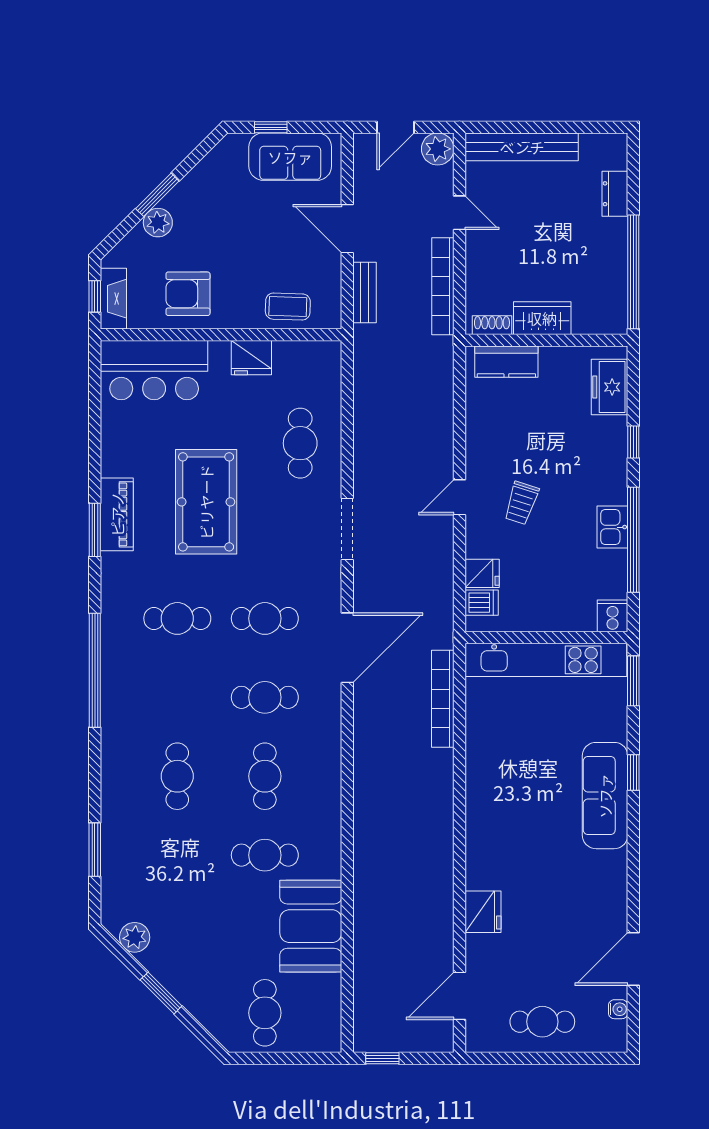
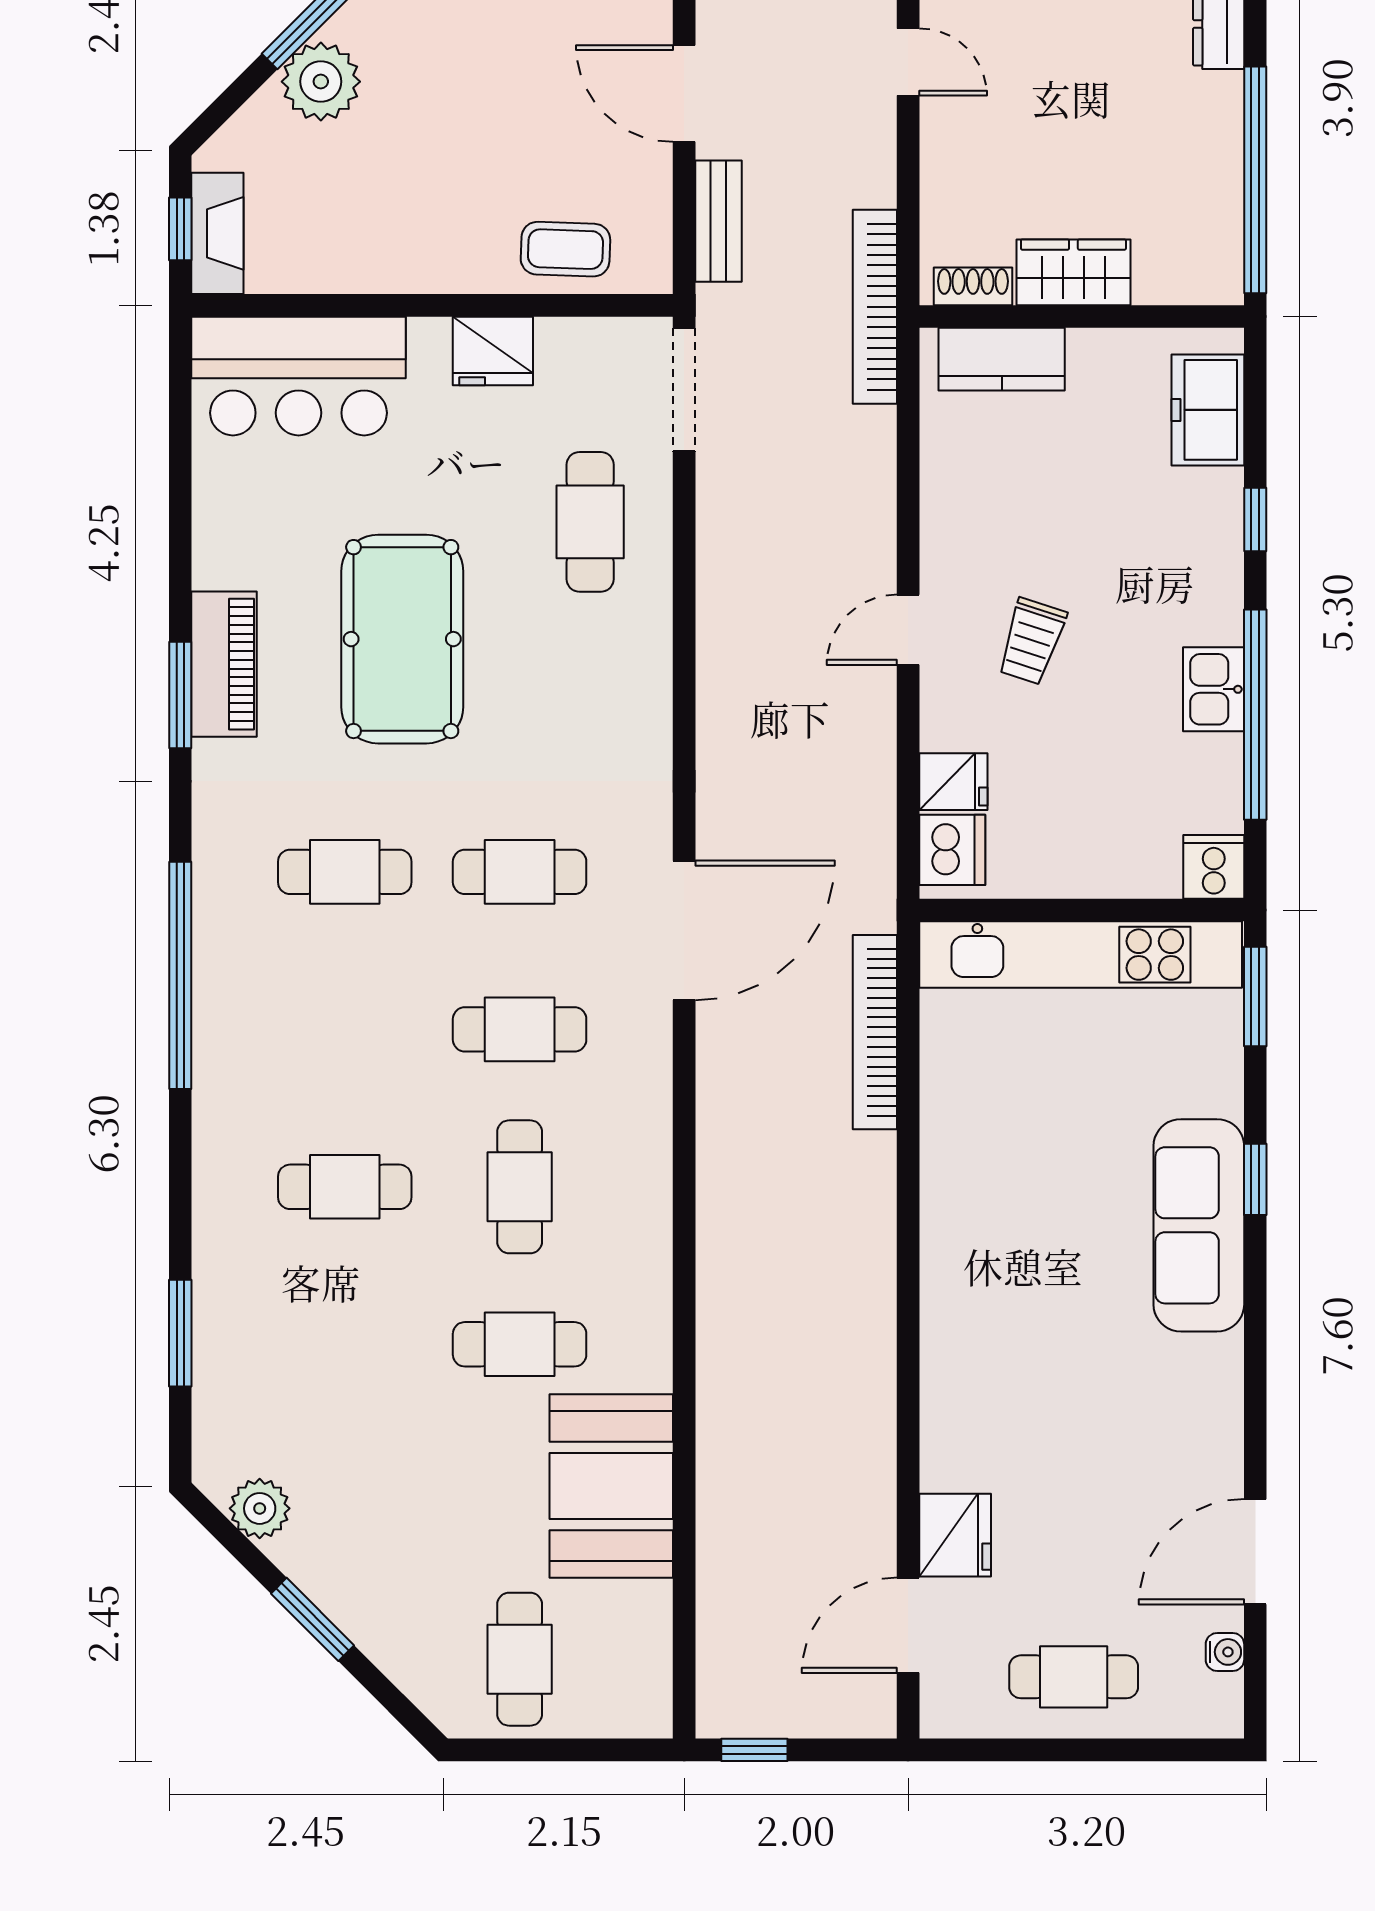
plant: (158, 223) -> (321, 82), width x1.36, depth x1.36
bookcase: (443, 286) -> (875, 307), moved
armchair: (188, 294) -> (366, 224), removed
doorway: (347, 529) -> (684, 390), moved
dishwasher: (482, 603) -> (952, 850), width x1.38
cafe table: (177, 776) -> (345, 1187), turned 90
fridge: (483, 912) -> (955, 1535), moved

